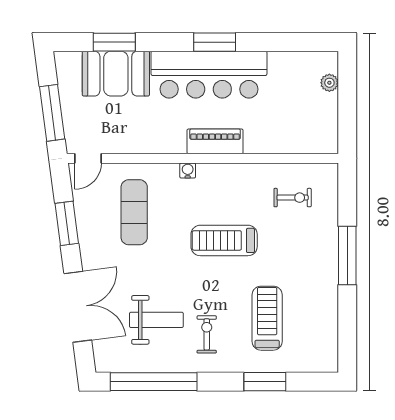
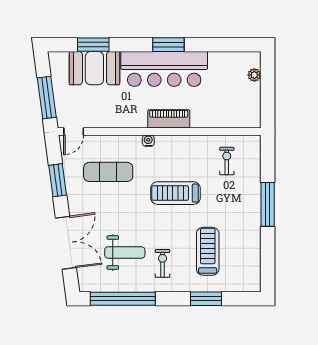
exercise bike: (293, 198) -> (227, 161), turned -90
exercise mat: (134, 212) -> (108, 172), turned 90

